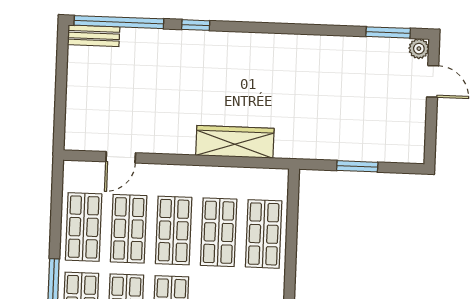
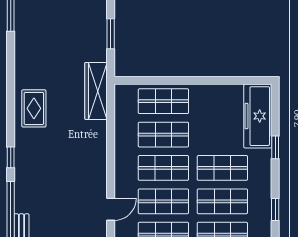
rug: (261, 59) -> (34, 108), added
wardrobe: (235, 142) -> (96, 91), moved
door: (121, 157) -> (111, 209), hinge flipped

